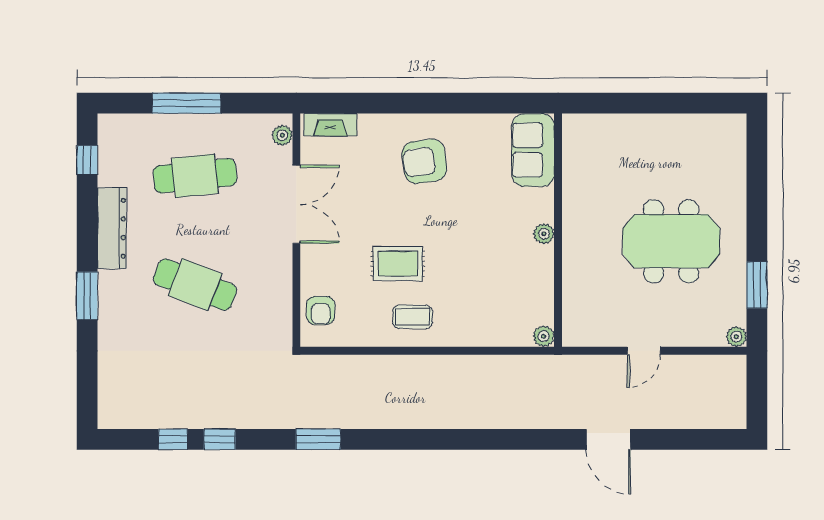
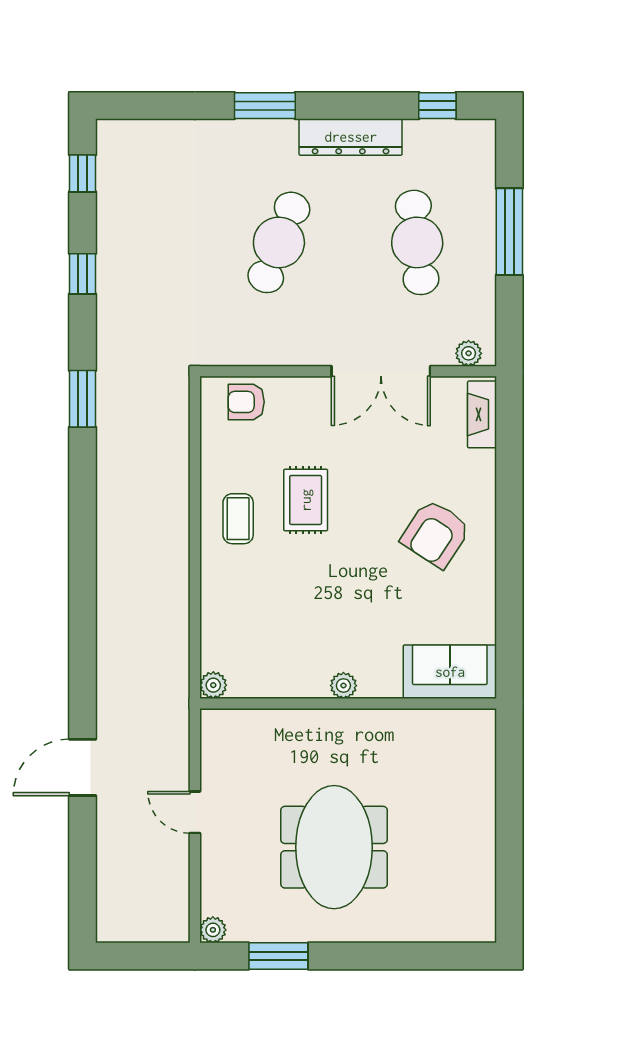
armchair: (424, 161) -> (436, 534), turned -139
window: (173, 439) -> (82, 173), moved

